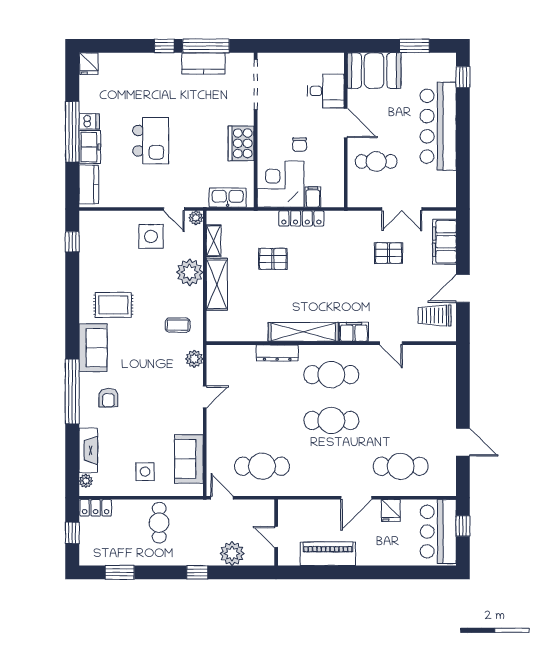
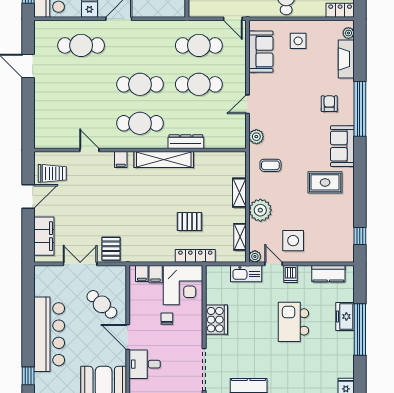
dishwasher: (89, 121) -> (290, 274), moved, turned -90
cafe table: (376, 161) -> (102, 304), turned 42
kitchen counter: (89, 184) -> (328, 274), moved, turned -90
kitchen sink: (228, 198) -> (246, 274), moved
filing cabinet: (329, 198) -> (142, 274), added
locker: (301, 218) -> (195, 256), moved
pallet: (389, 253) -> (111, 249), moved, turned 90
shelving: (217, 284) -> (239, 193), width x0.67, depth x0.75
filing cabinet: (354, 332) -> (121, 160), width x0.50
cafe table: (262, 420) -> (199, 84), added

